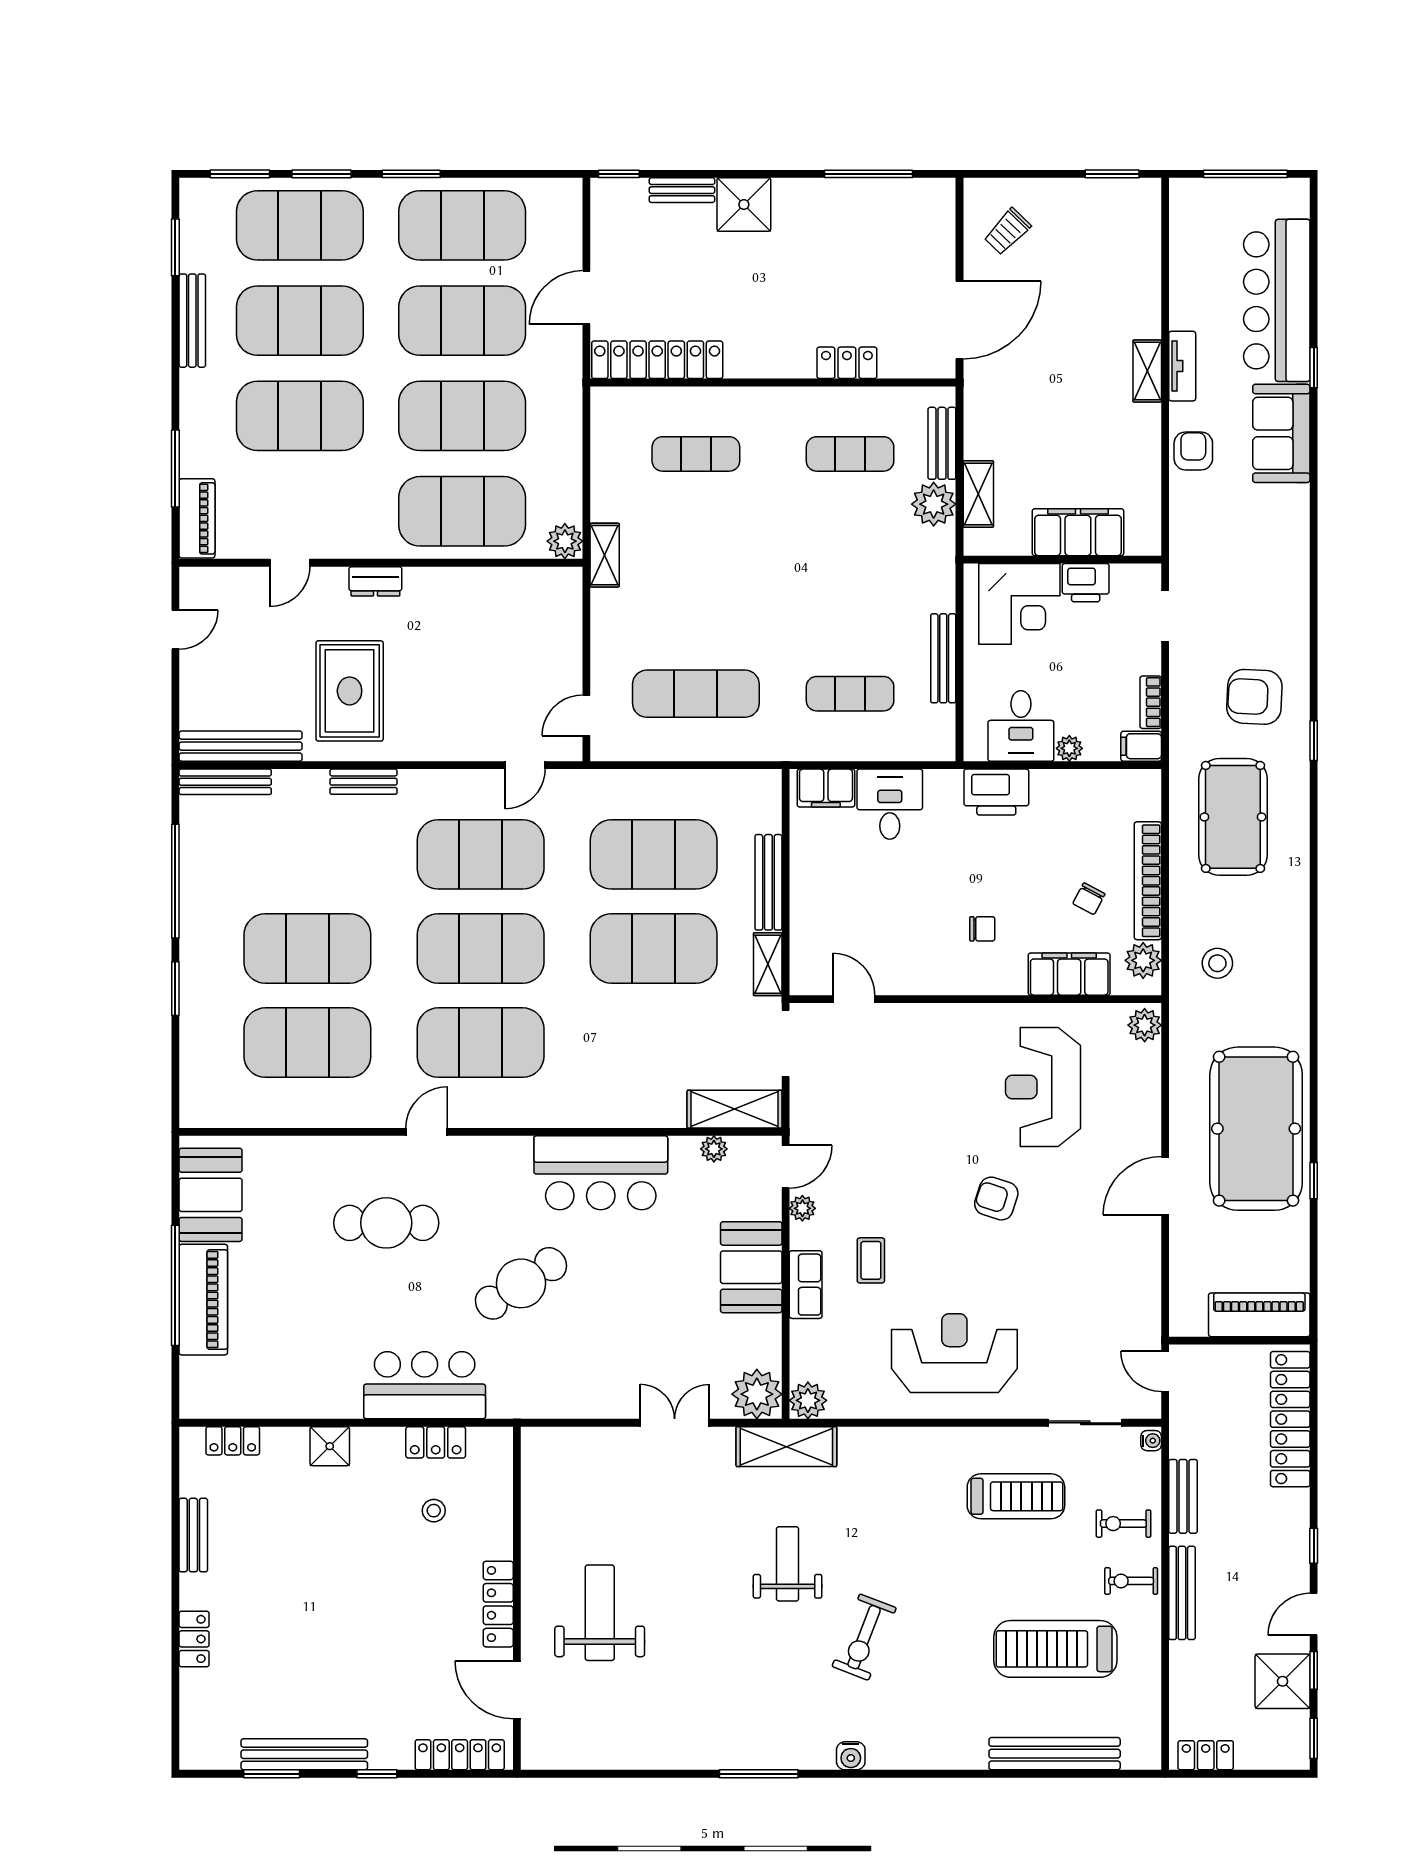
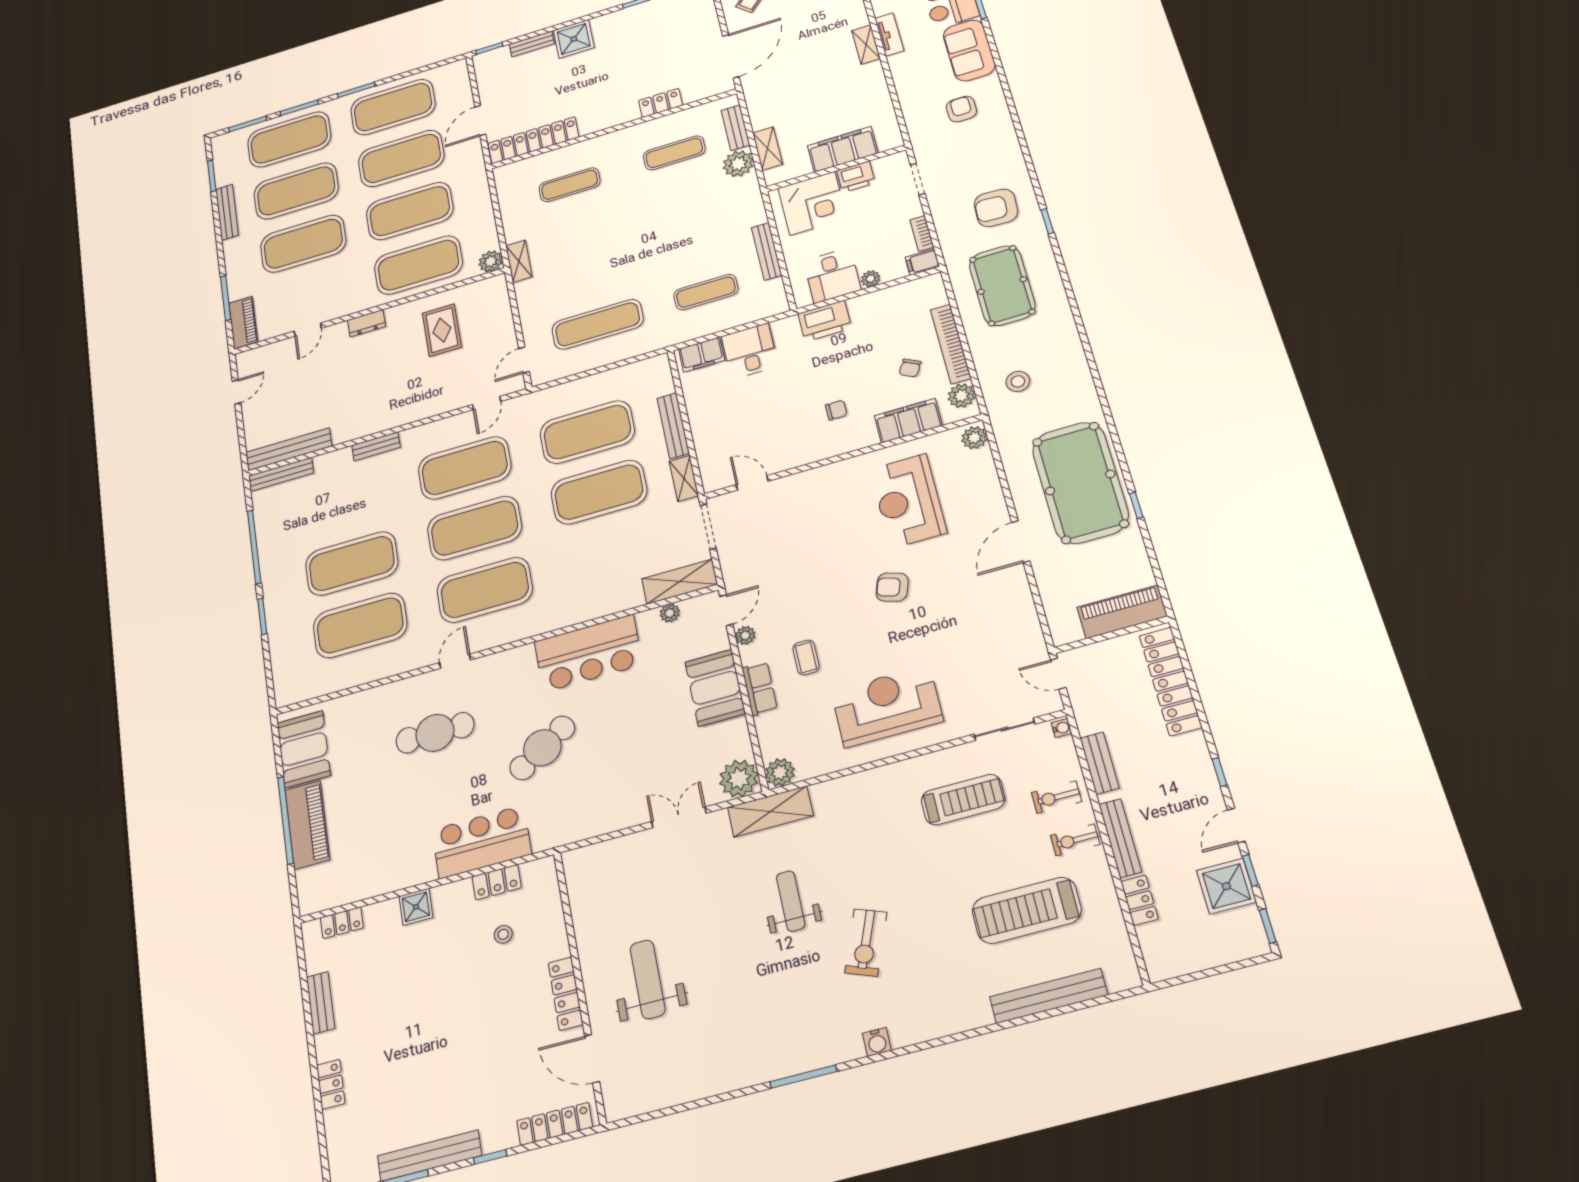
armchair: (1193, 451) -> (961, 109), moved
rug: (350, 691) -> (442, 330), moved, width x0.73, depth x0.70
locker: (1206, 1755) -> (1140, 900), moved, turned 90

